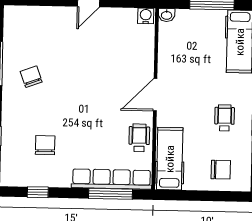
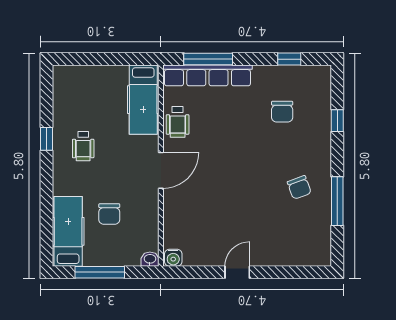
chair: (221, 170) -> (109, 214), moved, turned -90

